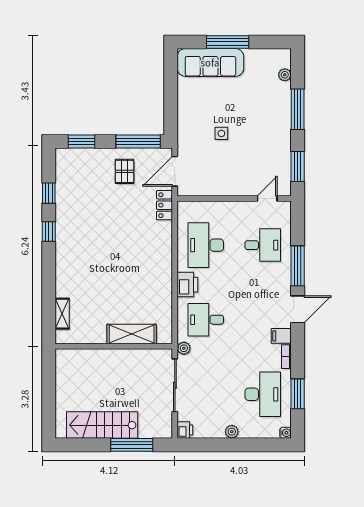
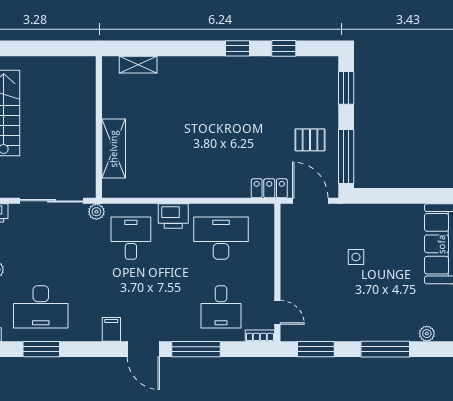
bookcase: (286, 357) -> (260, 336), moved

